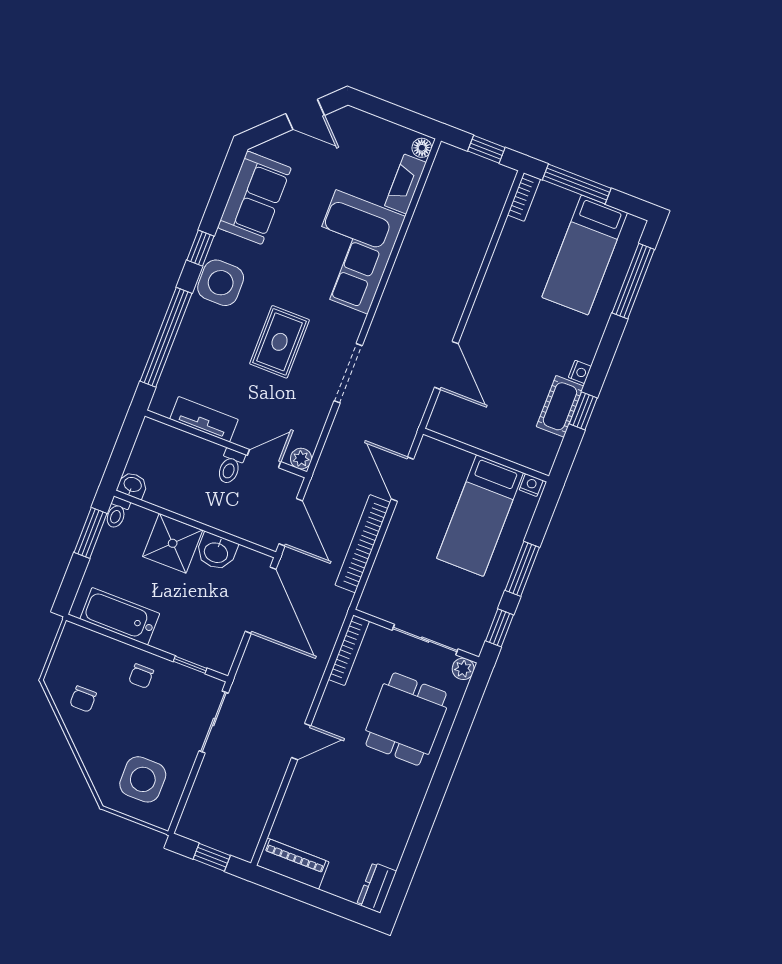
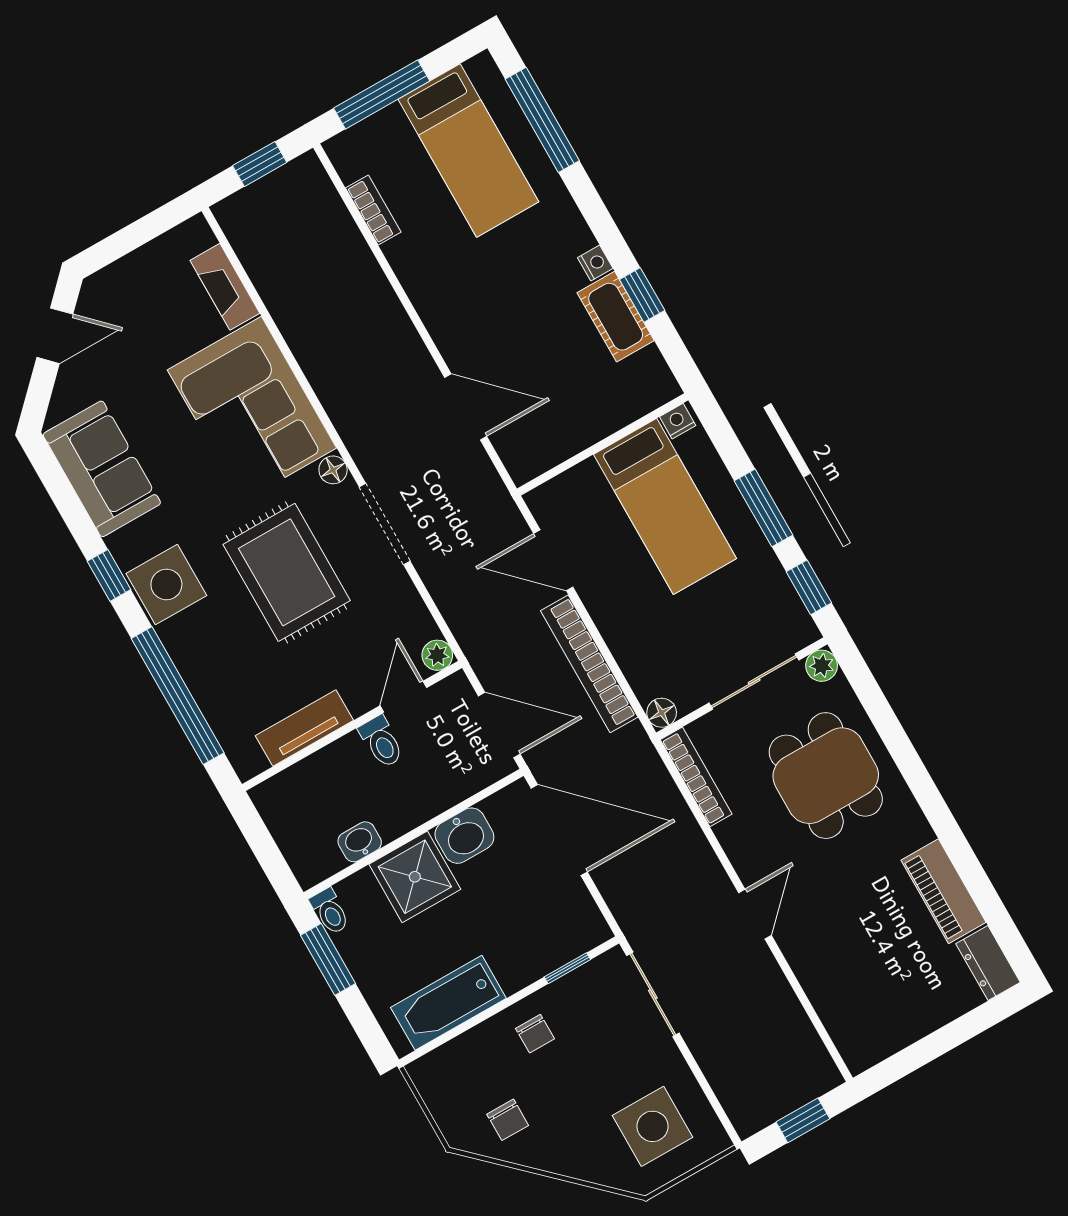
floor lamp: (422, 148) -> (333, 470), moved
bookcase: (524, 197) -> (373, 210), moved
rug: (280, 342) -> (287, 572), width x1.36, depth x1.43
washbasin: (132, 485) -> (360, 842), moved
floor lamp: (368, 604) -> (662, 713), added
piano: (293, 864) -> (944, 891), moved, turned -90

